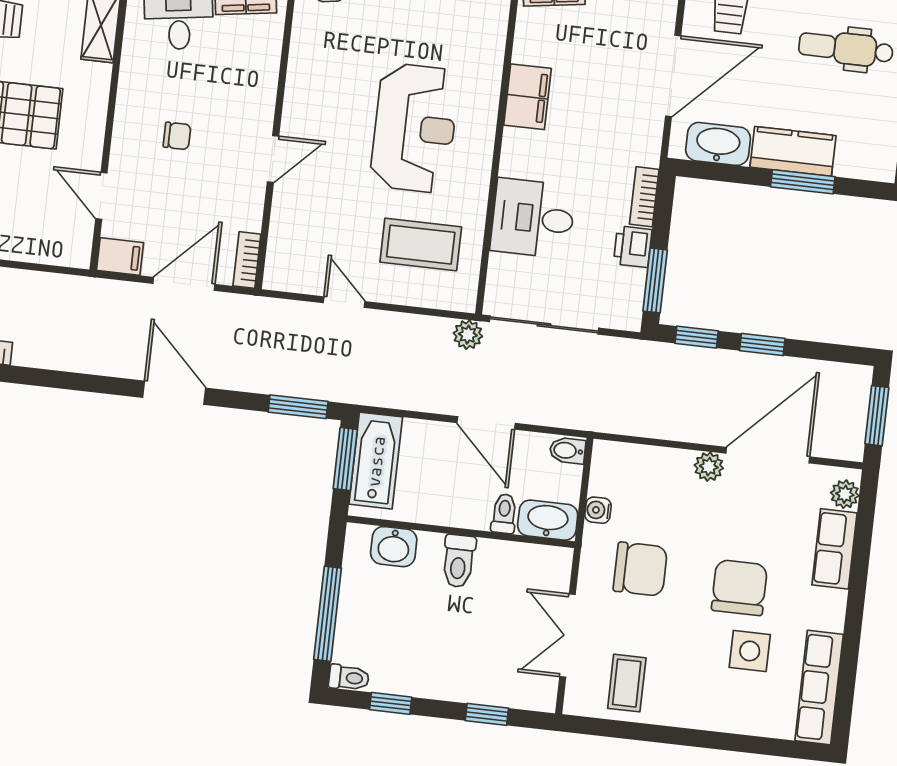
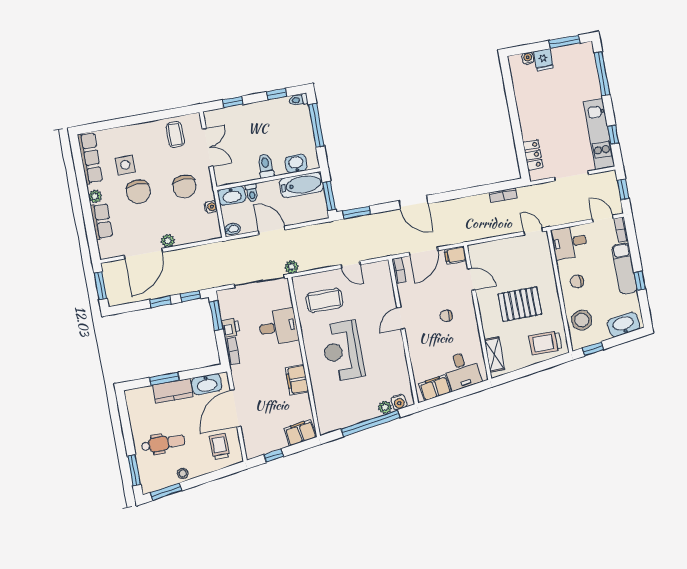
bathtub: (376, 461) -> (301, 185), moved, turned -90
plant: (845, 494) -> (95, 196), moved
chair: (640, 569) -> (184, 186), turned -90

